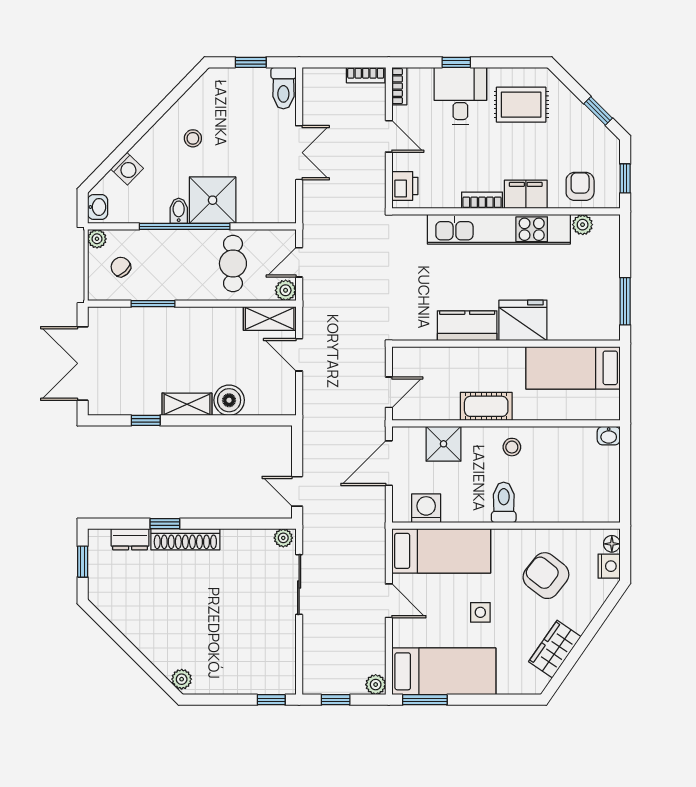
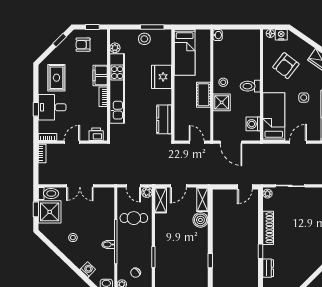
double door: (299, 153) -> (80, 186), swing flipped
armchair: (580, 186) -> (83, 45), moved
shower: (213, 200) -> (50, 212), moved
stool: (601, 285) -> (144, 39), added
kitchen counter: (467, 326) -> (164, 119), moved
shelving: (187, 404) -> (202, 199), moved
shower: (444, 444) -> (222, 102), moved
shoe rack: (185, 539) -> (268, 228), moved

